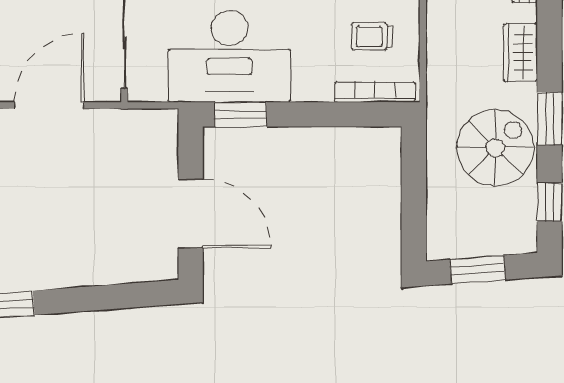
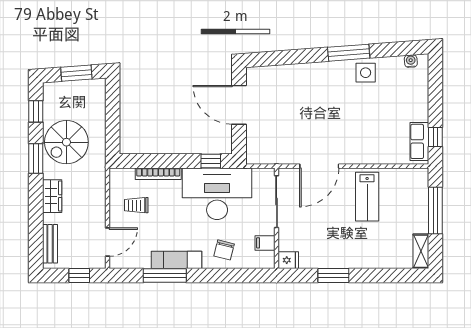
trolley: (372, 36) -> (136, 205), turned 180
bookcase: (375, 92) -> (158, 174), moved
window: (240, 114) -> (211, 161), width x0.67

